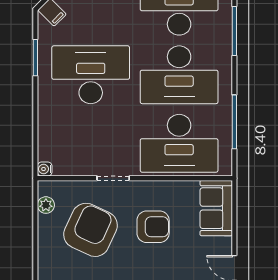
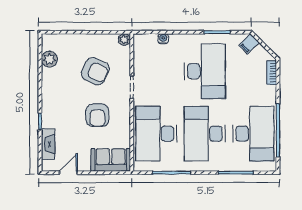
water cooler: (45, 169) -> (163, 39), moved
plant: (46, 205) -> (124, 40), moved
armchair: (91, 230) -> (95, 71), width x0.73, depth x0.73

